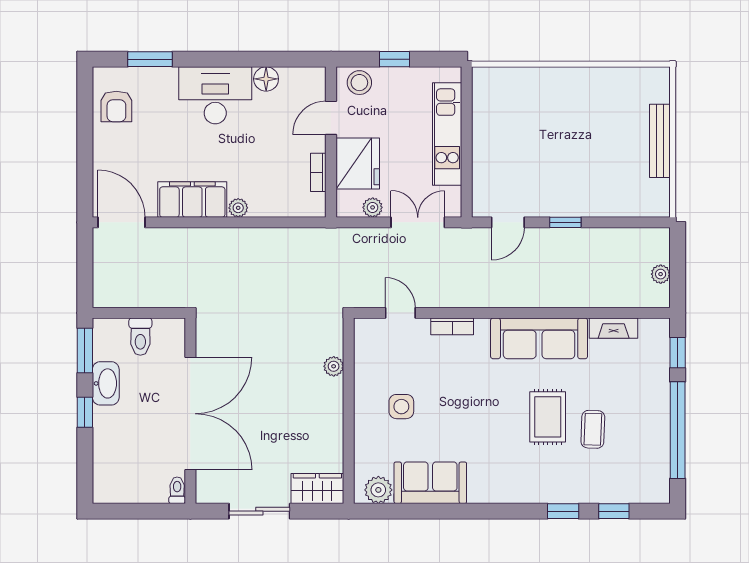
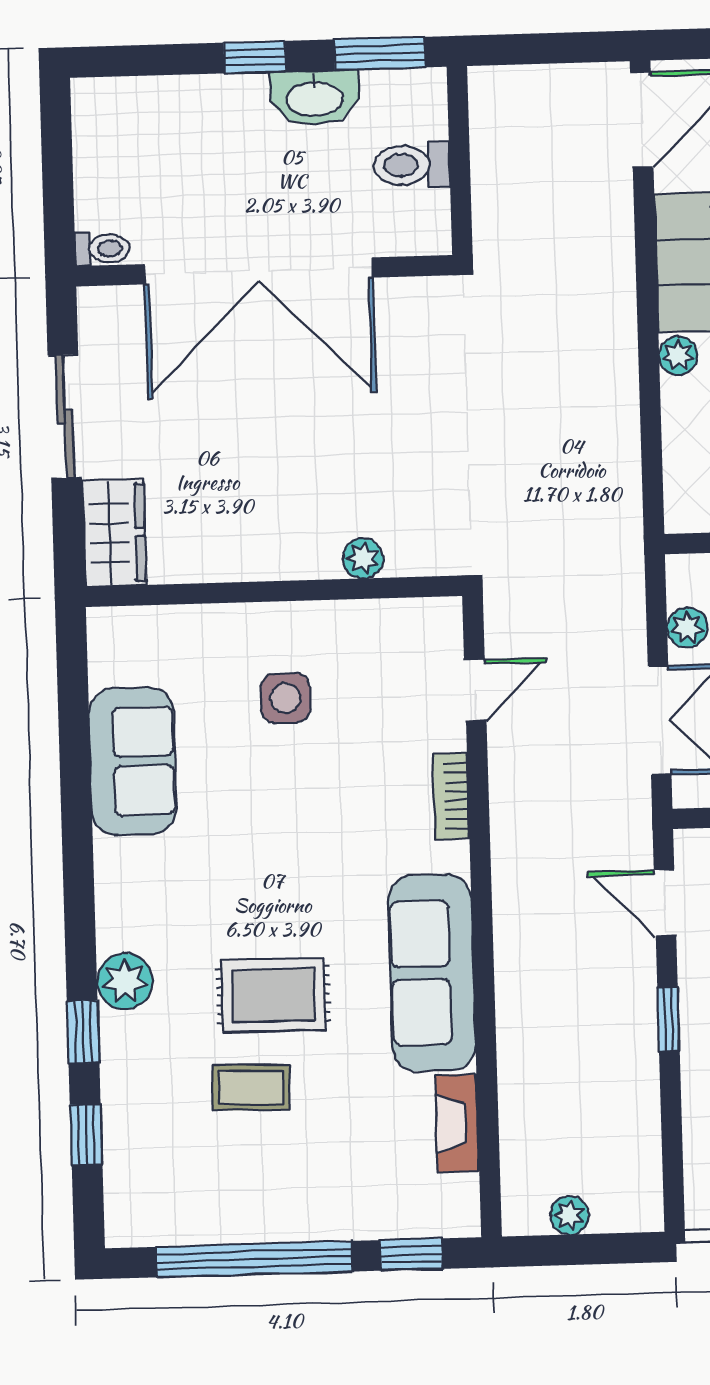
plant: (378, 490) -> (125, 981), moved

